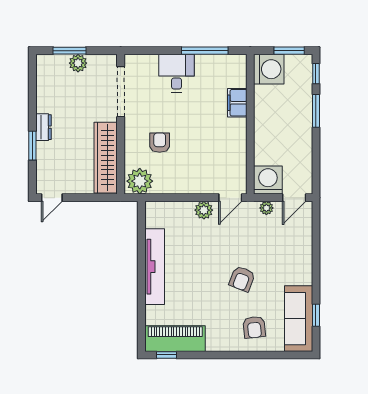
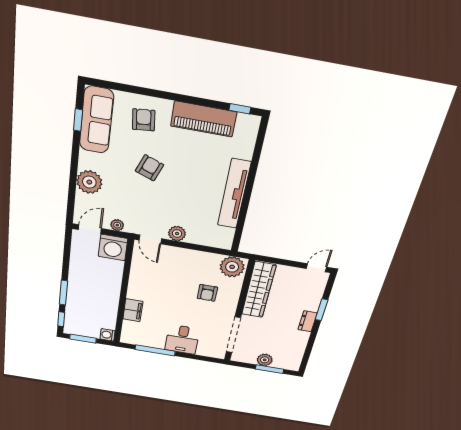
washing machine: (269, 69) -> (108, 335), width x0.53, depth x0.53
door: (230, 198) -> (150, 239), swing flipped
plant: (300, 252) -> (89, 182), added
piano: (175, 339) -> (204, 119), moved

